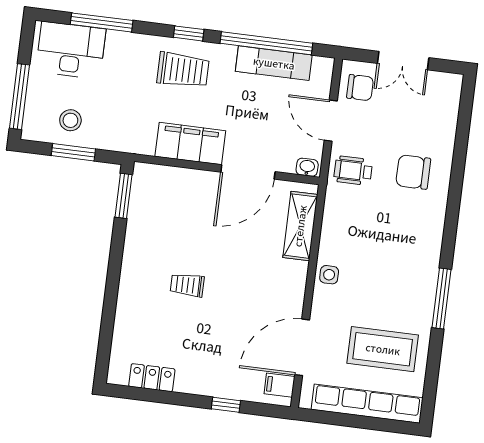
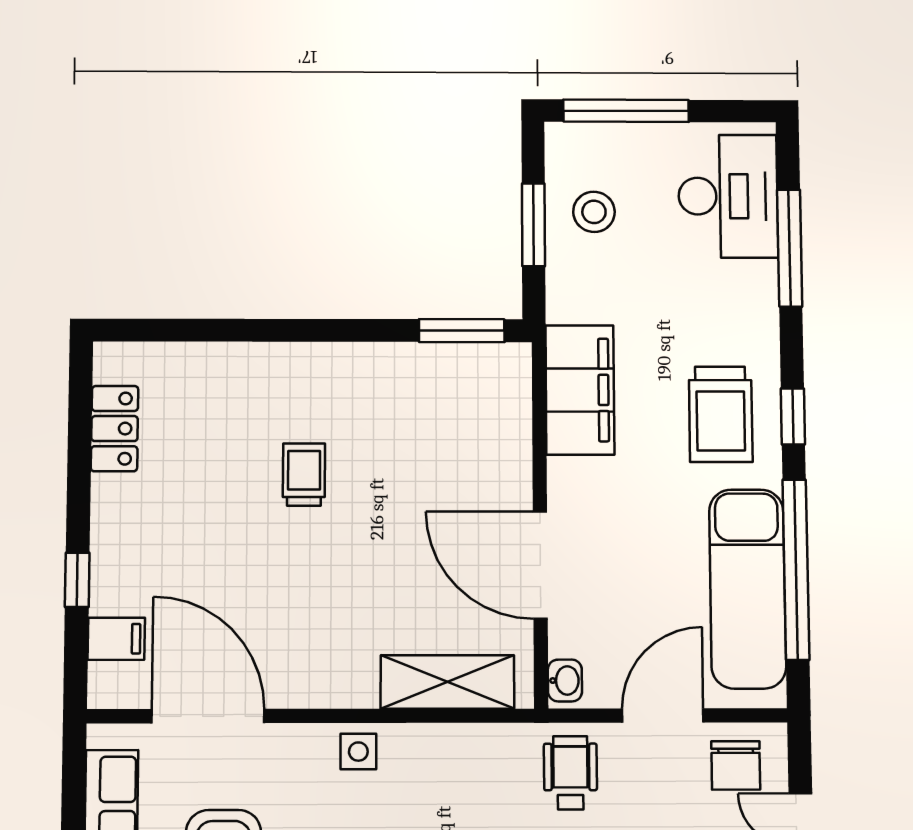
exam couch: (274, 63) -> (748, 589), width x1.36, depth x1.45
filing cabinet: (190, 144) -> (580, 390), moved
filing cabinet: (279, 385) -> (116, 639), moved, turned 90

